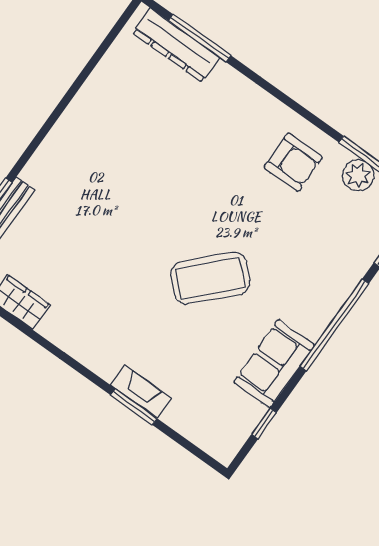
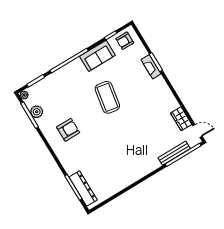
armchair: (293, 162) -> (68, 130), moved, turned 90
coffee table: (210, 278) -> (107, 97), turned 56
armchair: (226, 425) -> (125, 41), added

